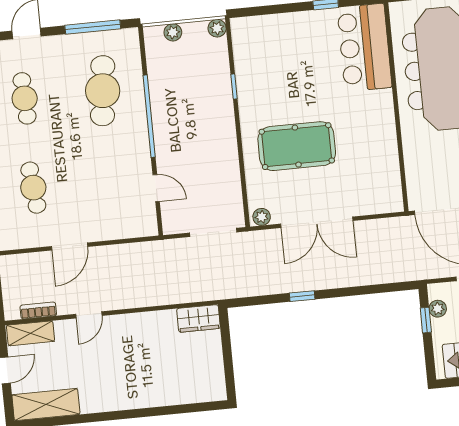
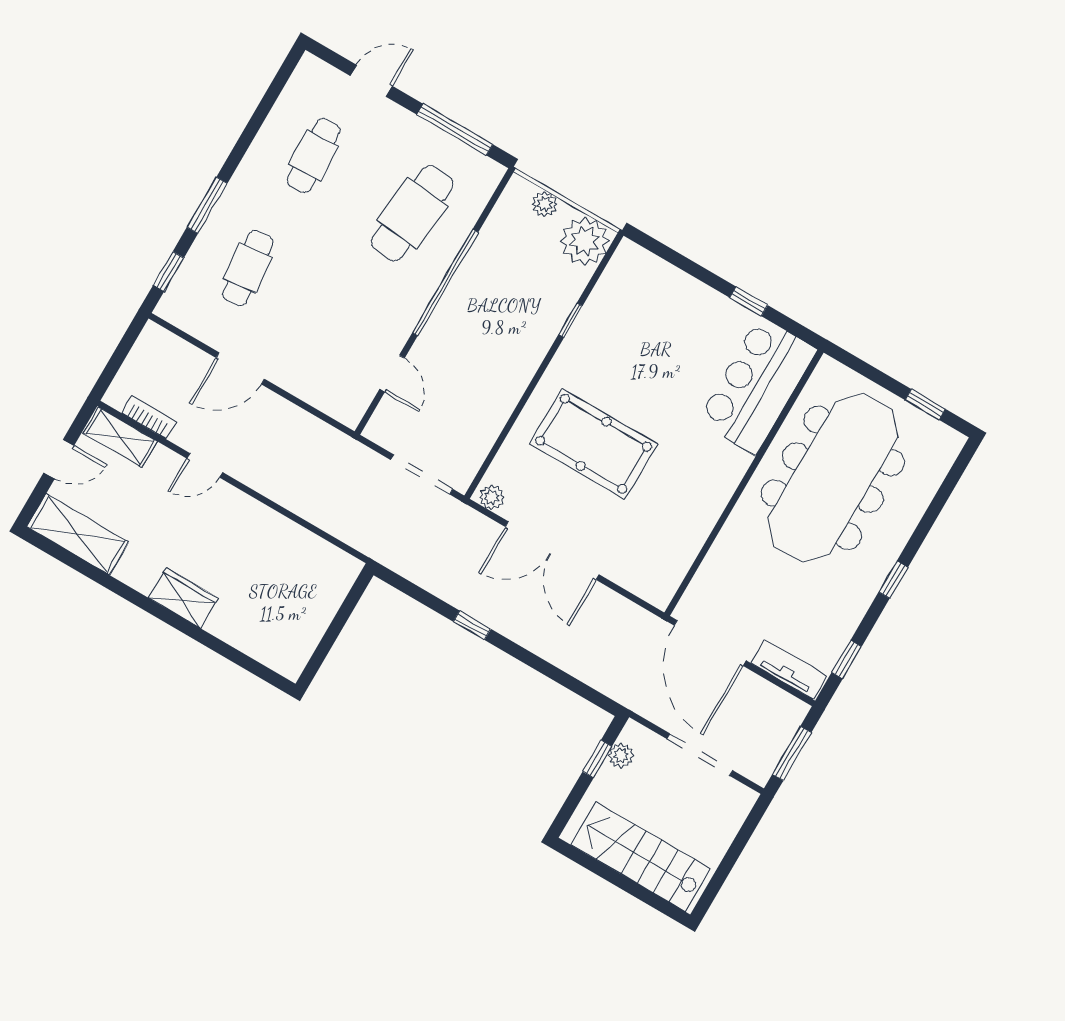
plant: (217, 28) -> (585, 241), width x1.88, depth x1.88
wardrobe: (198, 318) -> (183, 598), moved, turned 180

